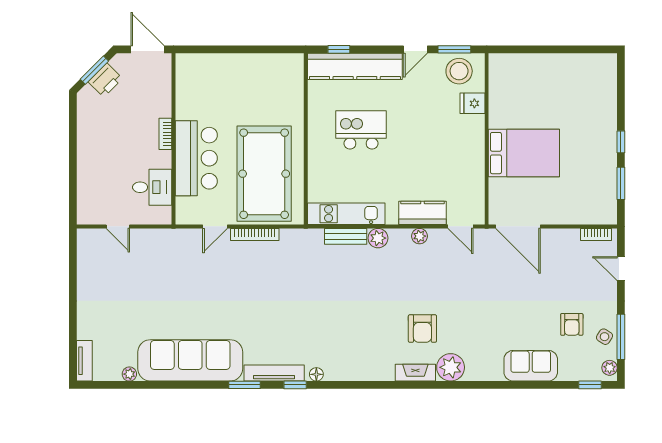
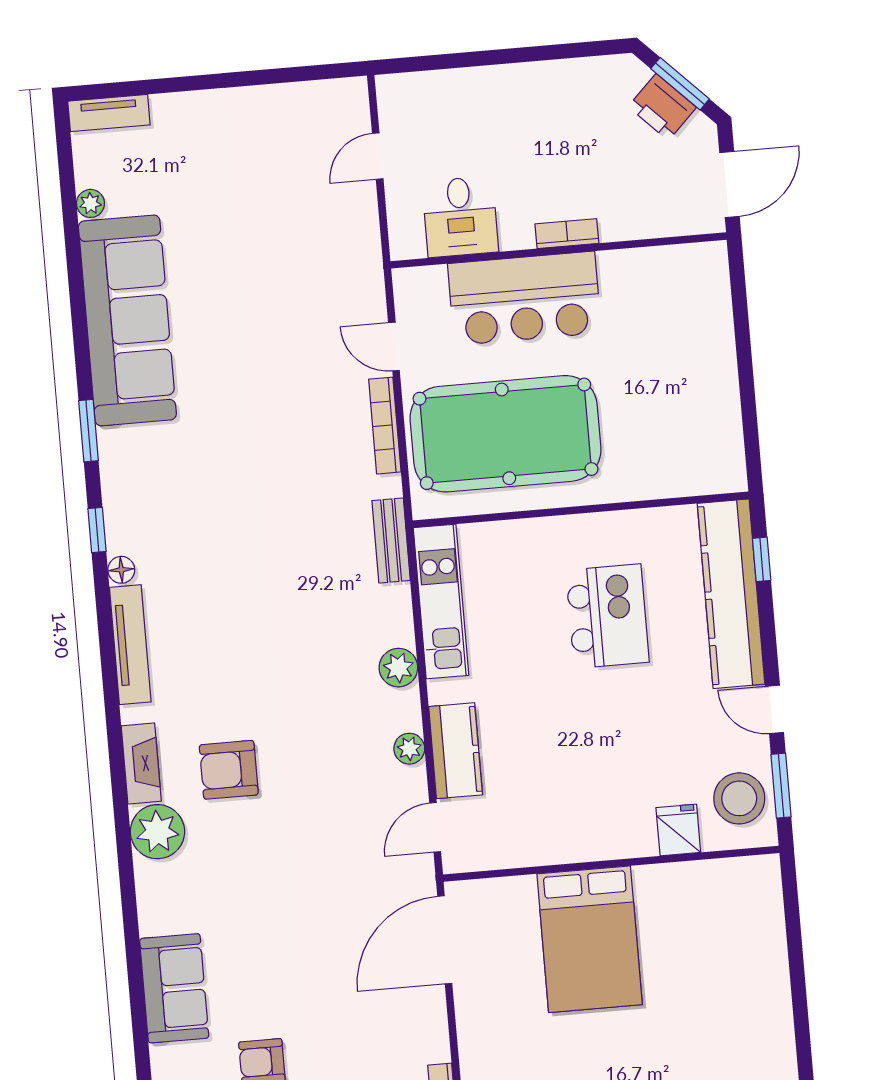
bench: (346, 236) -> (391, 540), moved
tv unit: (274, 373) -> (130, 645), moved

